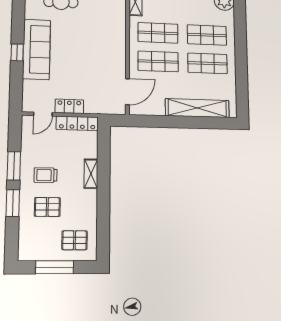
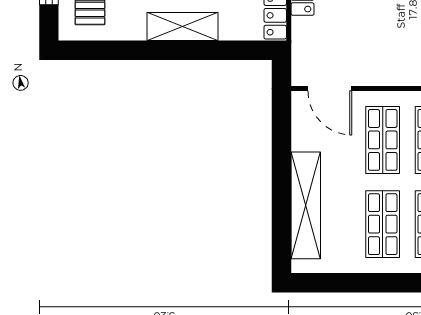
shelving: (91, 174) -> (183, 26), width x1.50, depth x1.33

